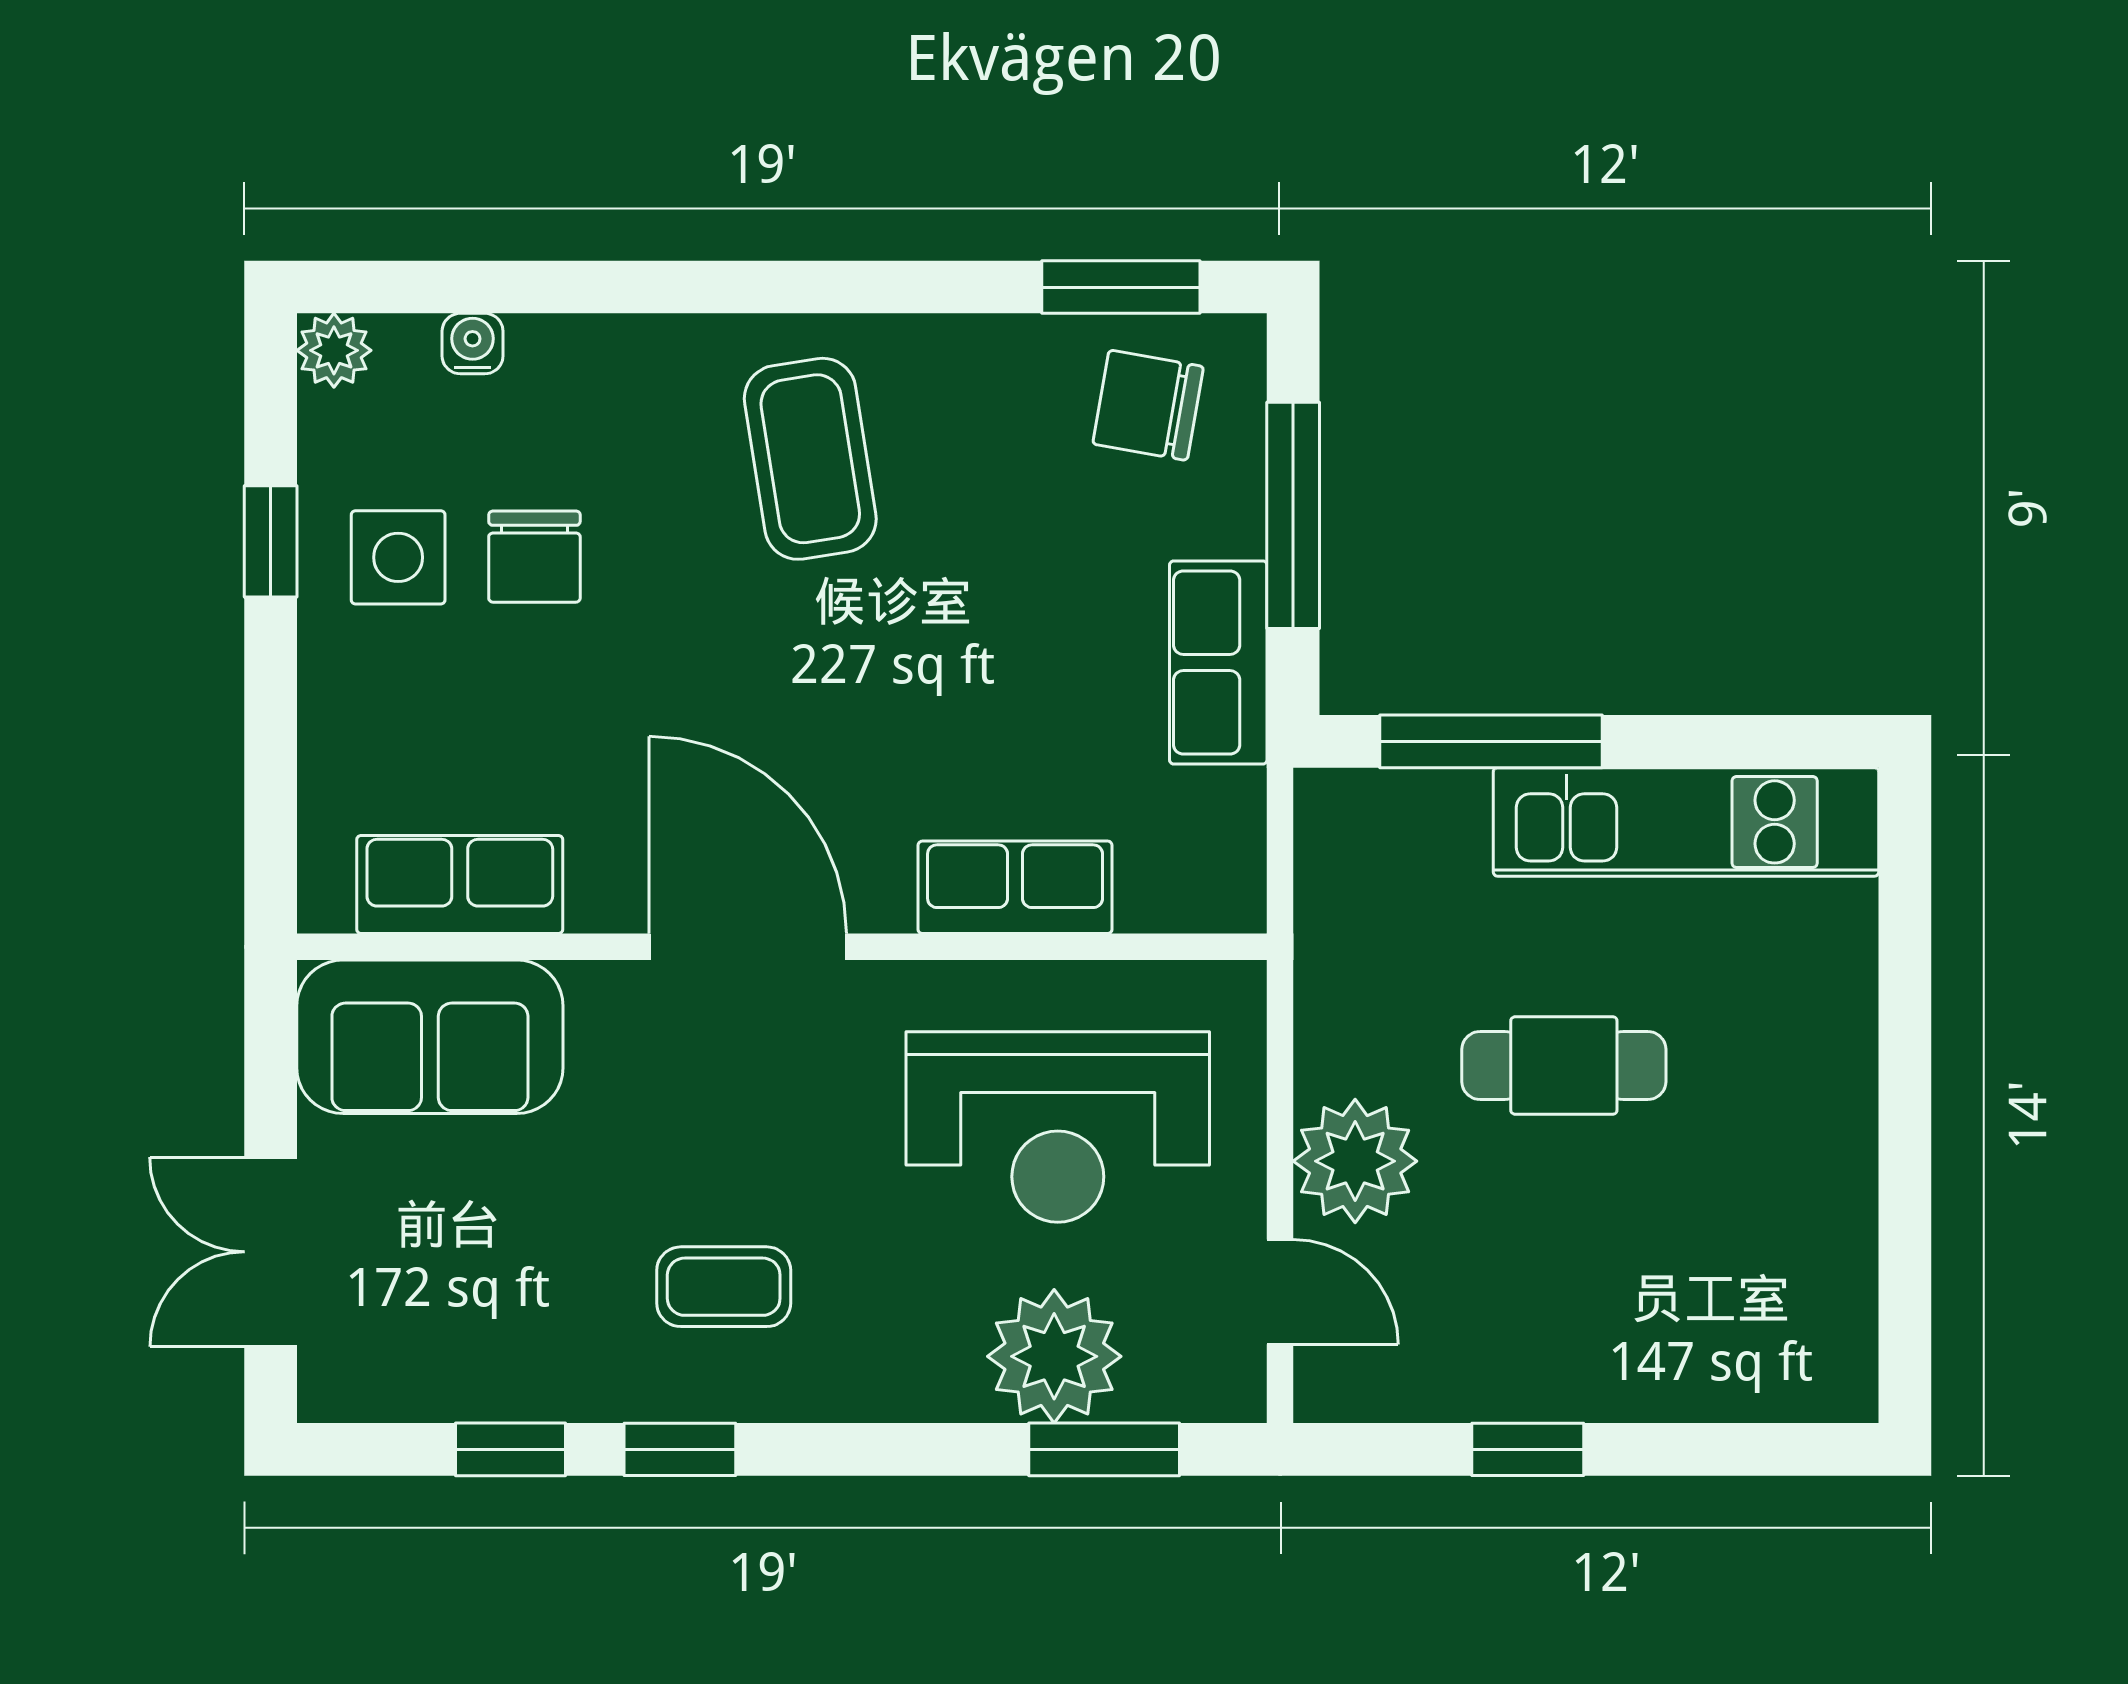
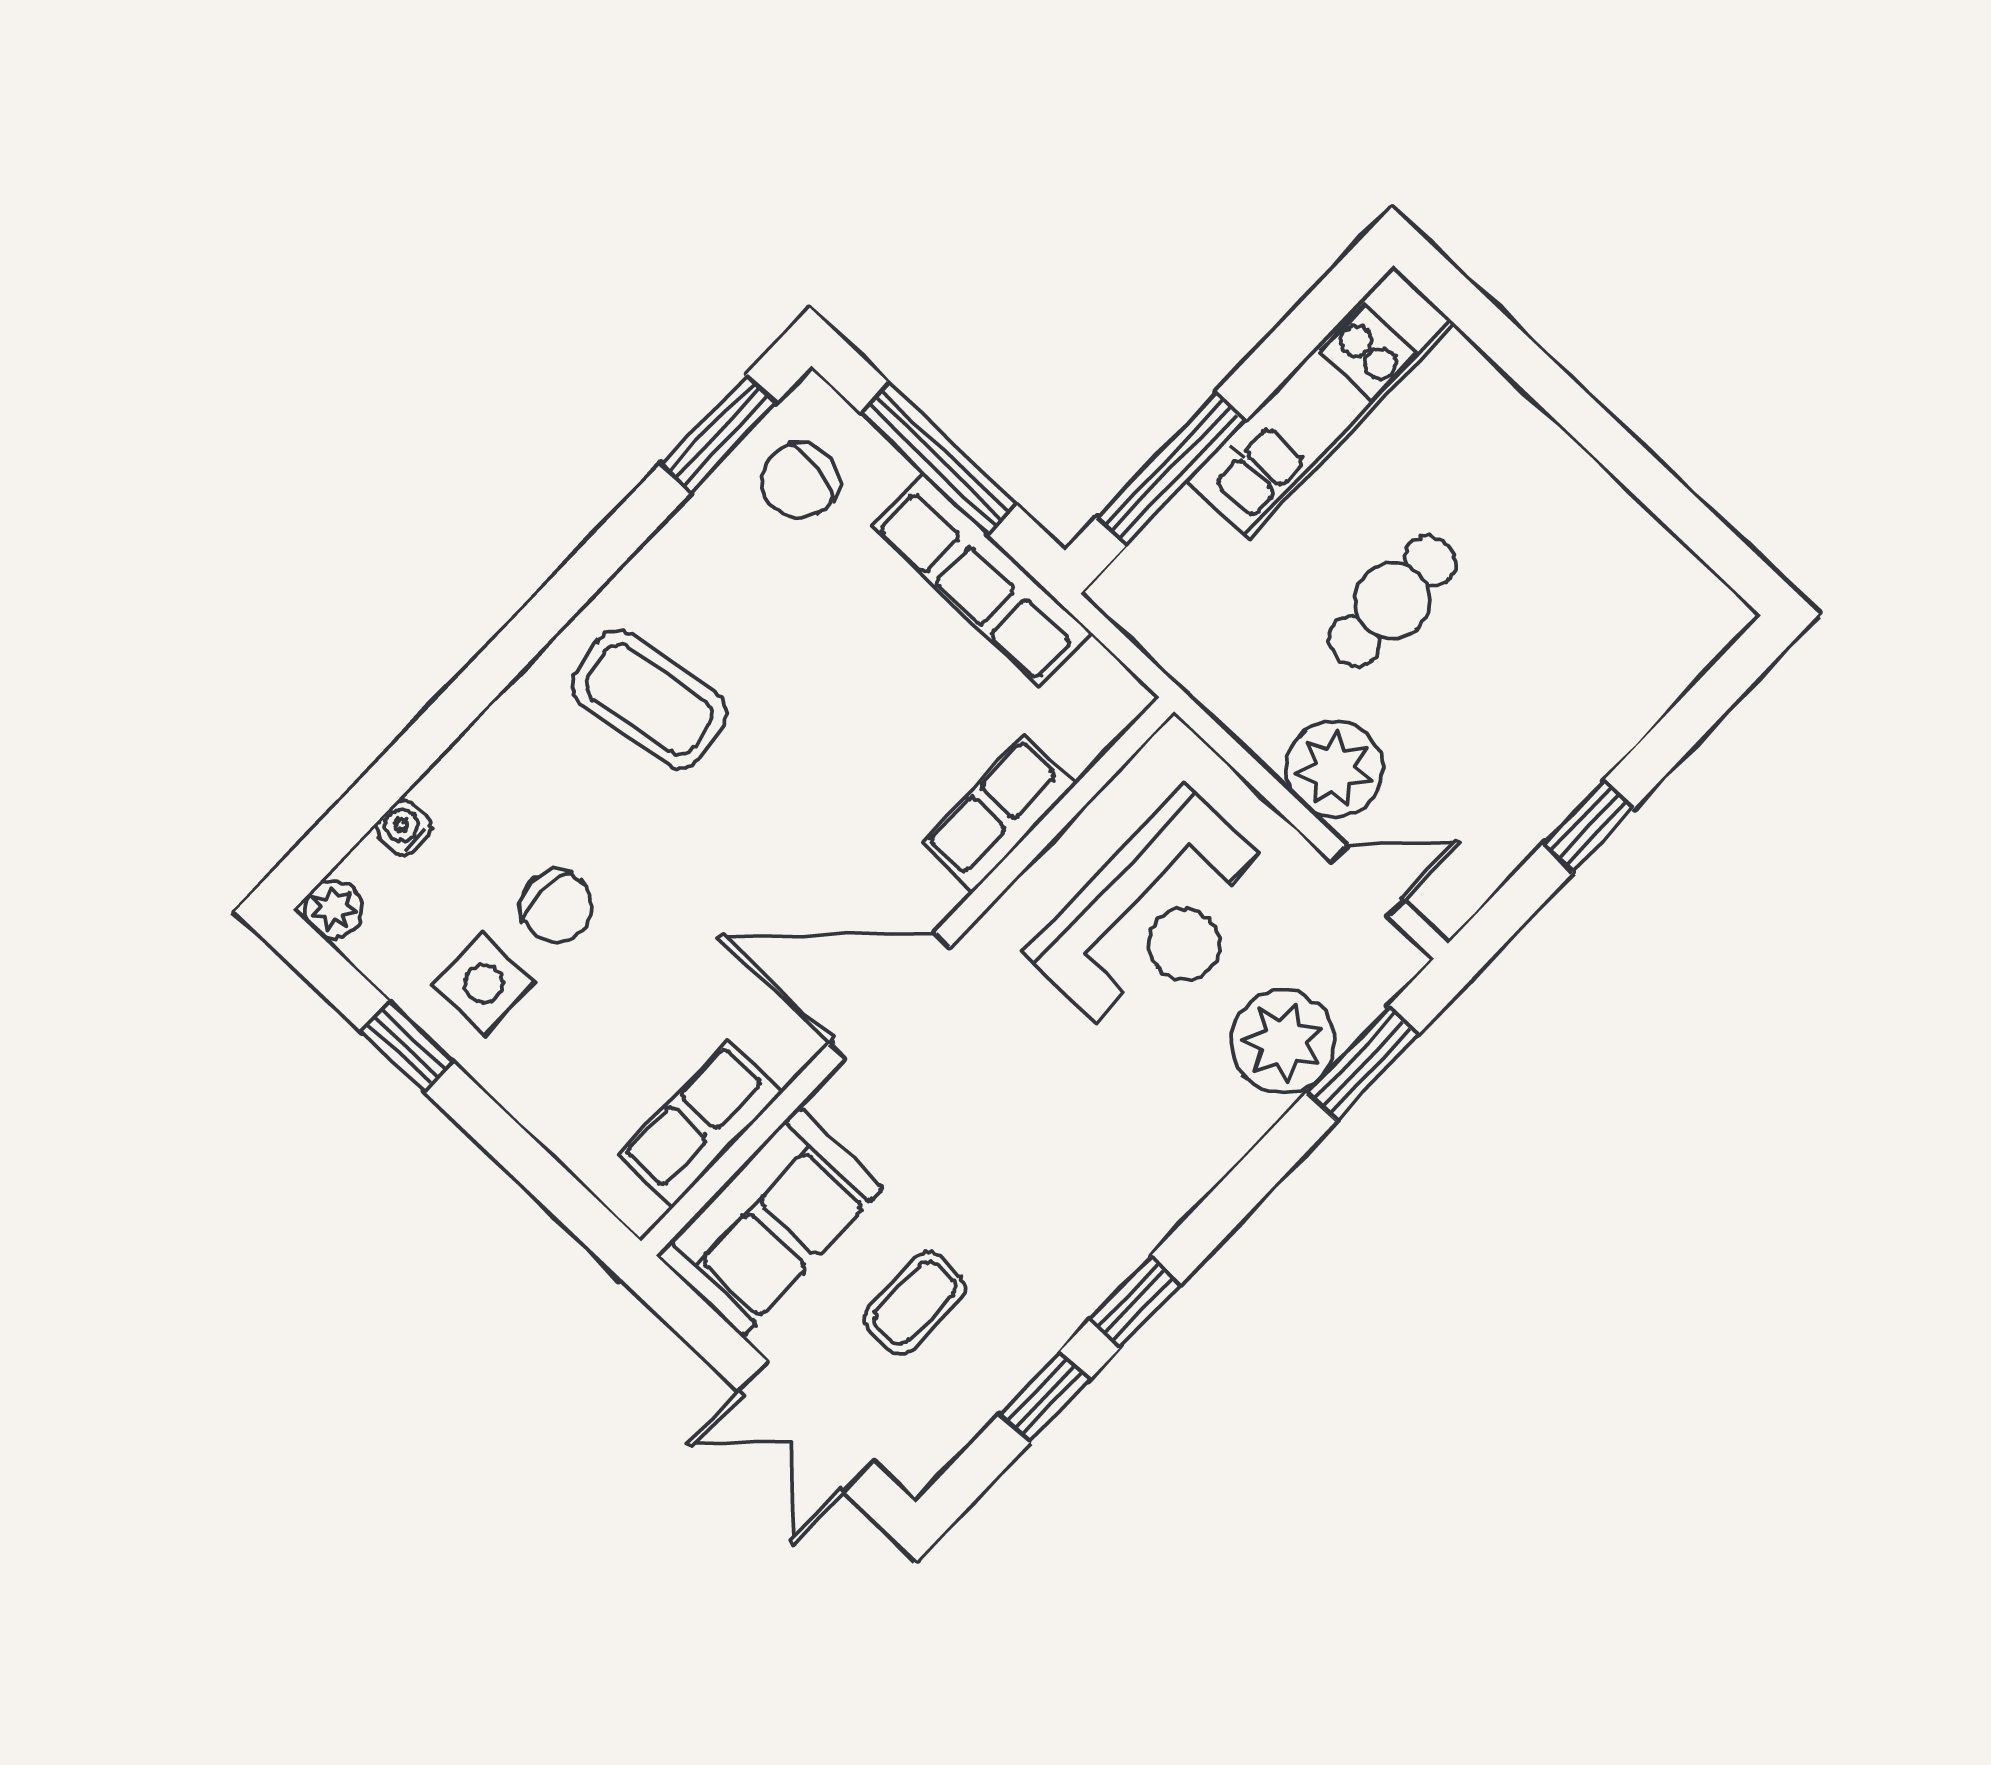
row of seats: (1218, 662) -> (981, 579), width x1.48
coffee table: (724, 1287) -> (915, 1303), moved

